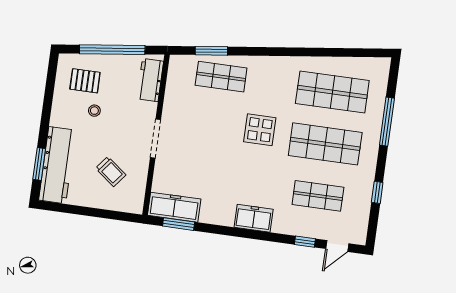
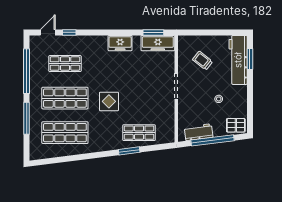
window: (211, 51) -> (129, 151), moved
workbench: (150, 80) -> (199, 132), moved, turned -97
pallet: (85, 81) -> (236, 125), moved
window: (377, 192) -> (27, 71), width x3.17
freezer: (254, 218) -> (120, 43), moved

